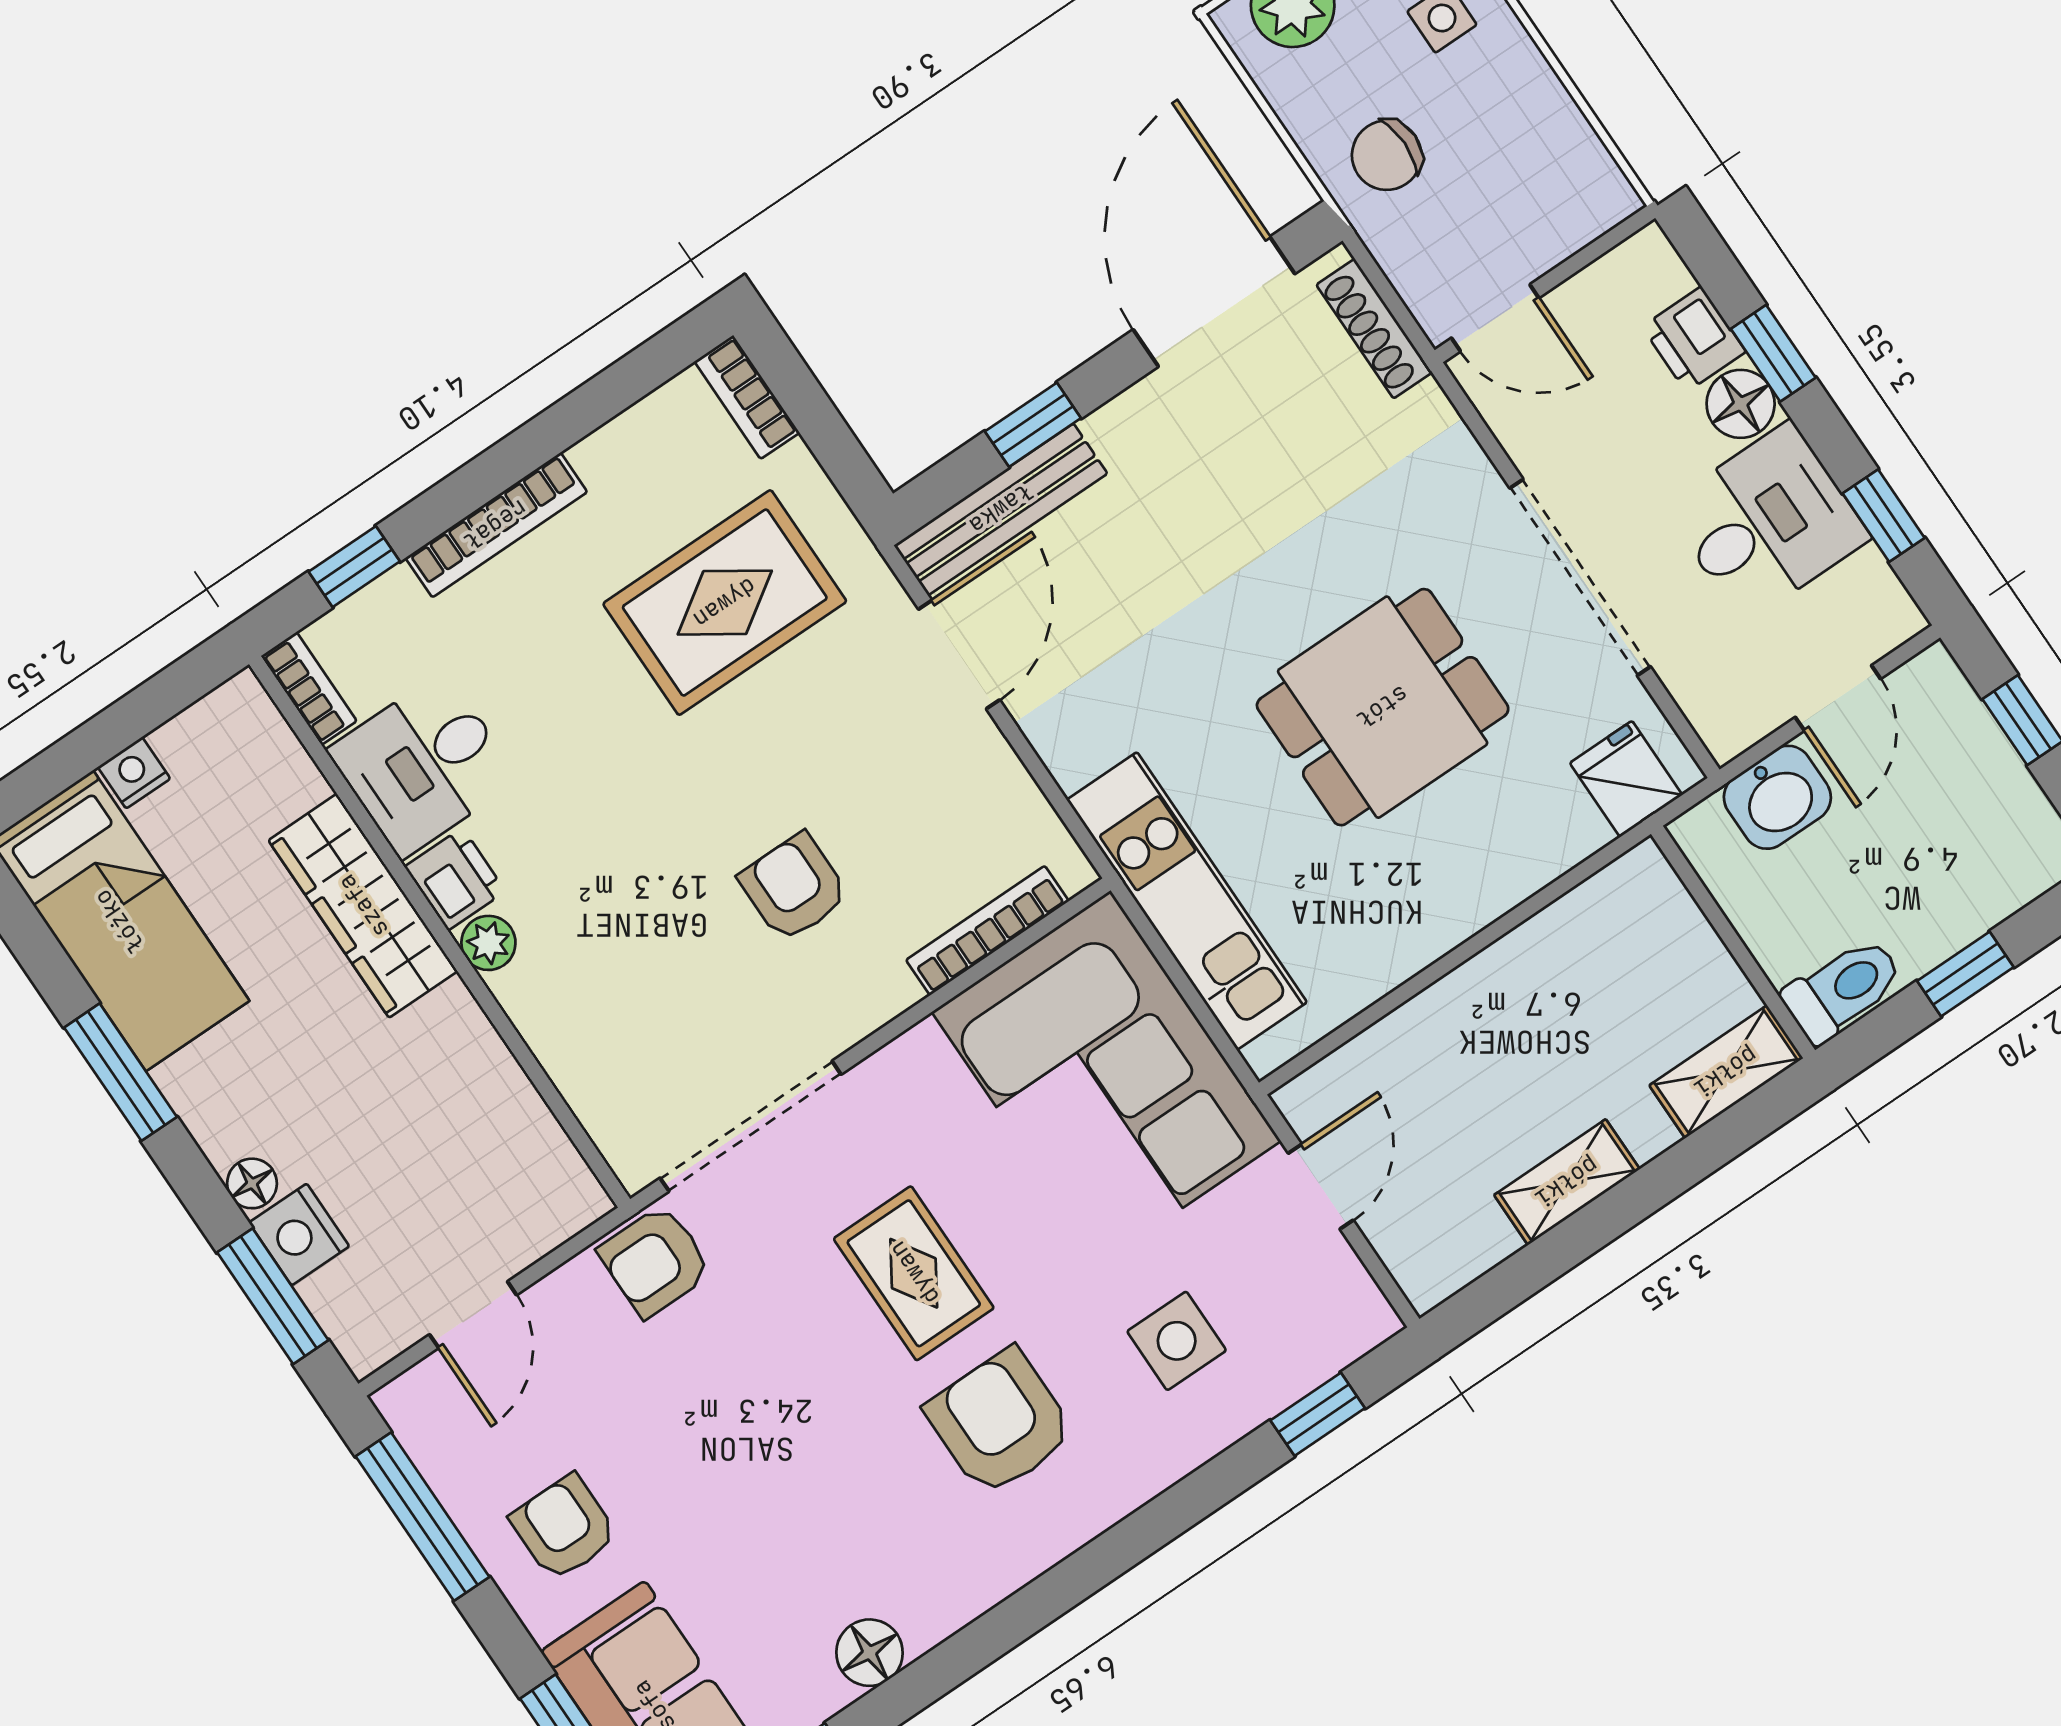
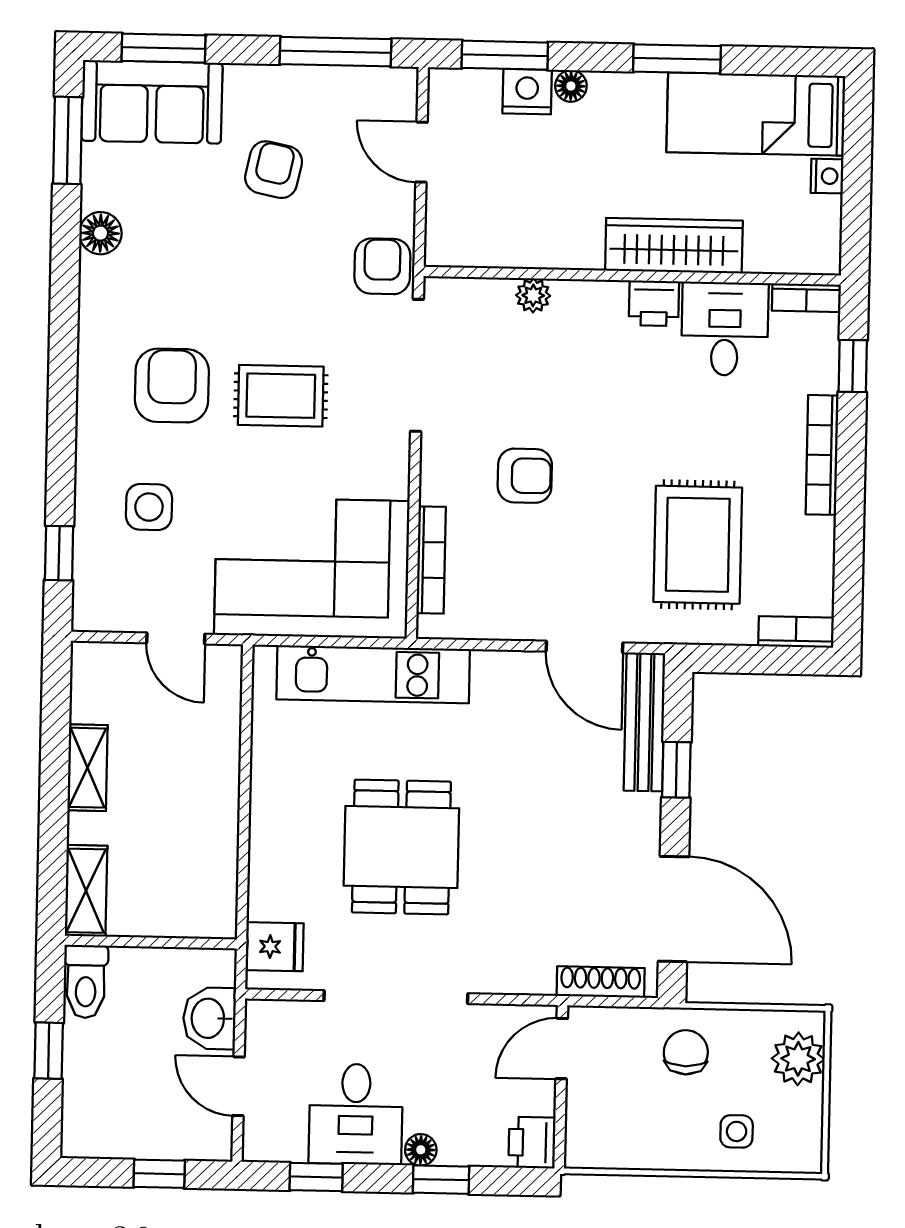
printer: (1694, 339) -> (532, 1143), moved, turned -90
floor lamp: (1741, 404) -> (421, 1150), width x0.73, depth x0.73
plant: (488, 943) -> (533, 295), moved
armchair: (1000, 1422) -> (172, 386), turned -90
armchair: (564, 1528) -> (274, 170), moved, turned -78

